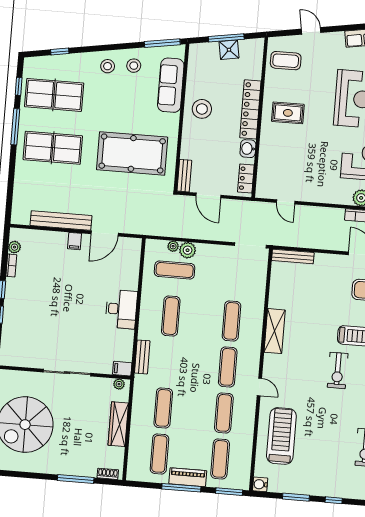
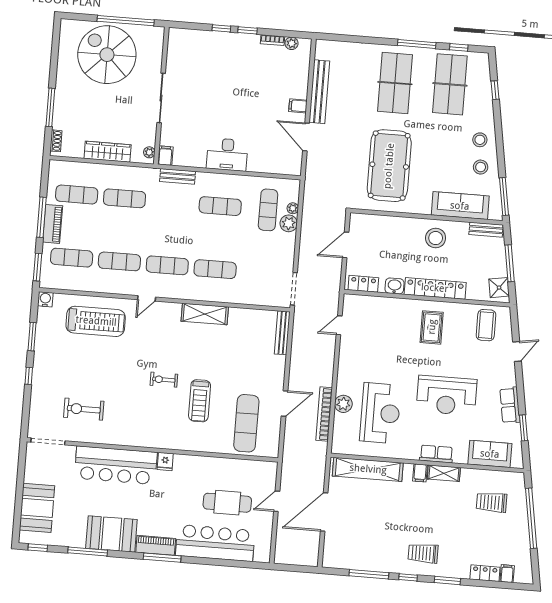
shower: (229, 50) -> (499, 288), moved
bench: (184, 176) -> (486, 230), moved
exercise bike: (338, 370) -> (164, 380), width x0.73, depth x0.72

